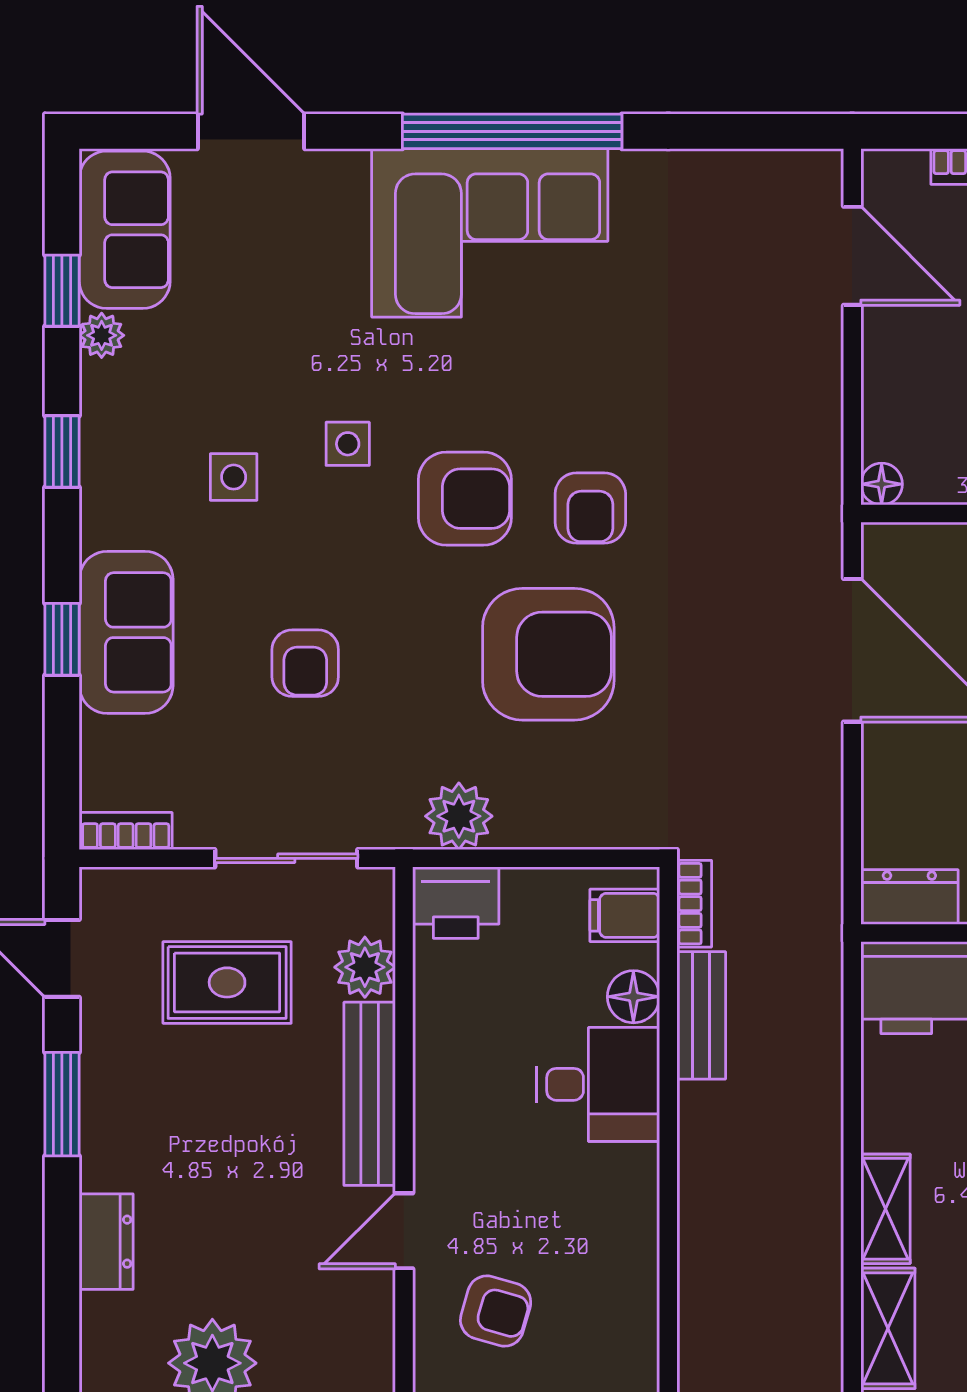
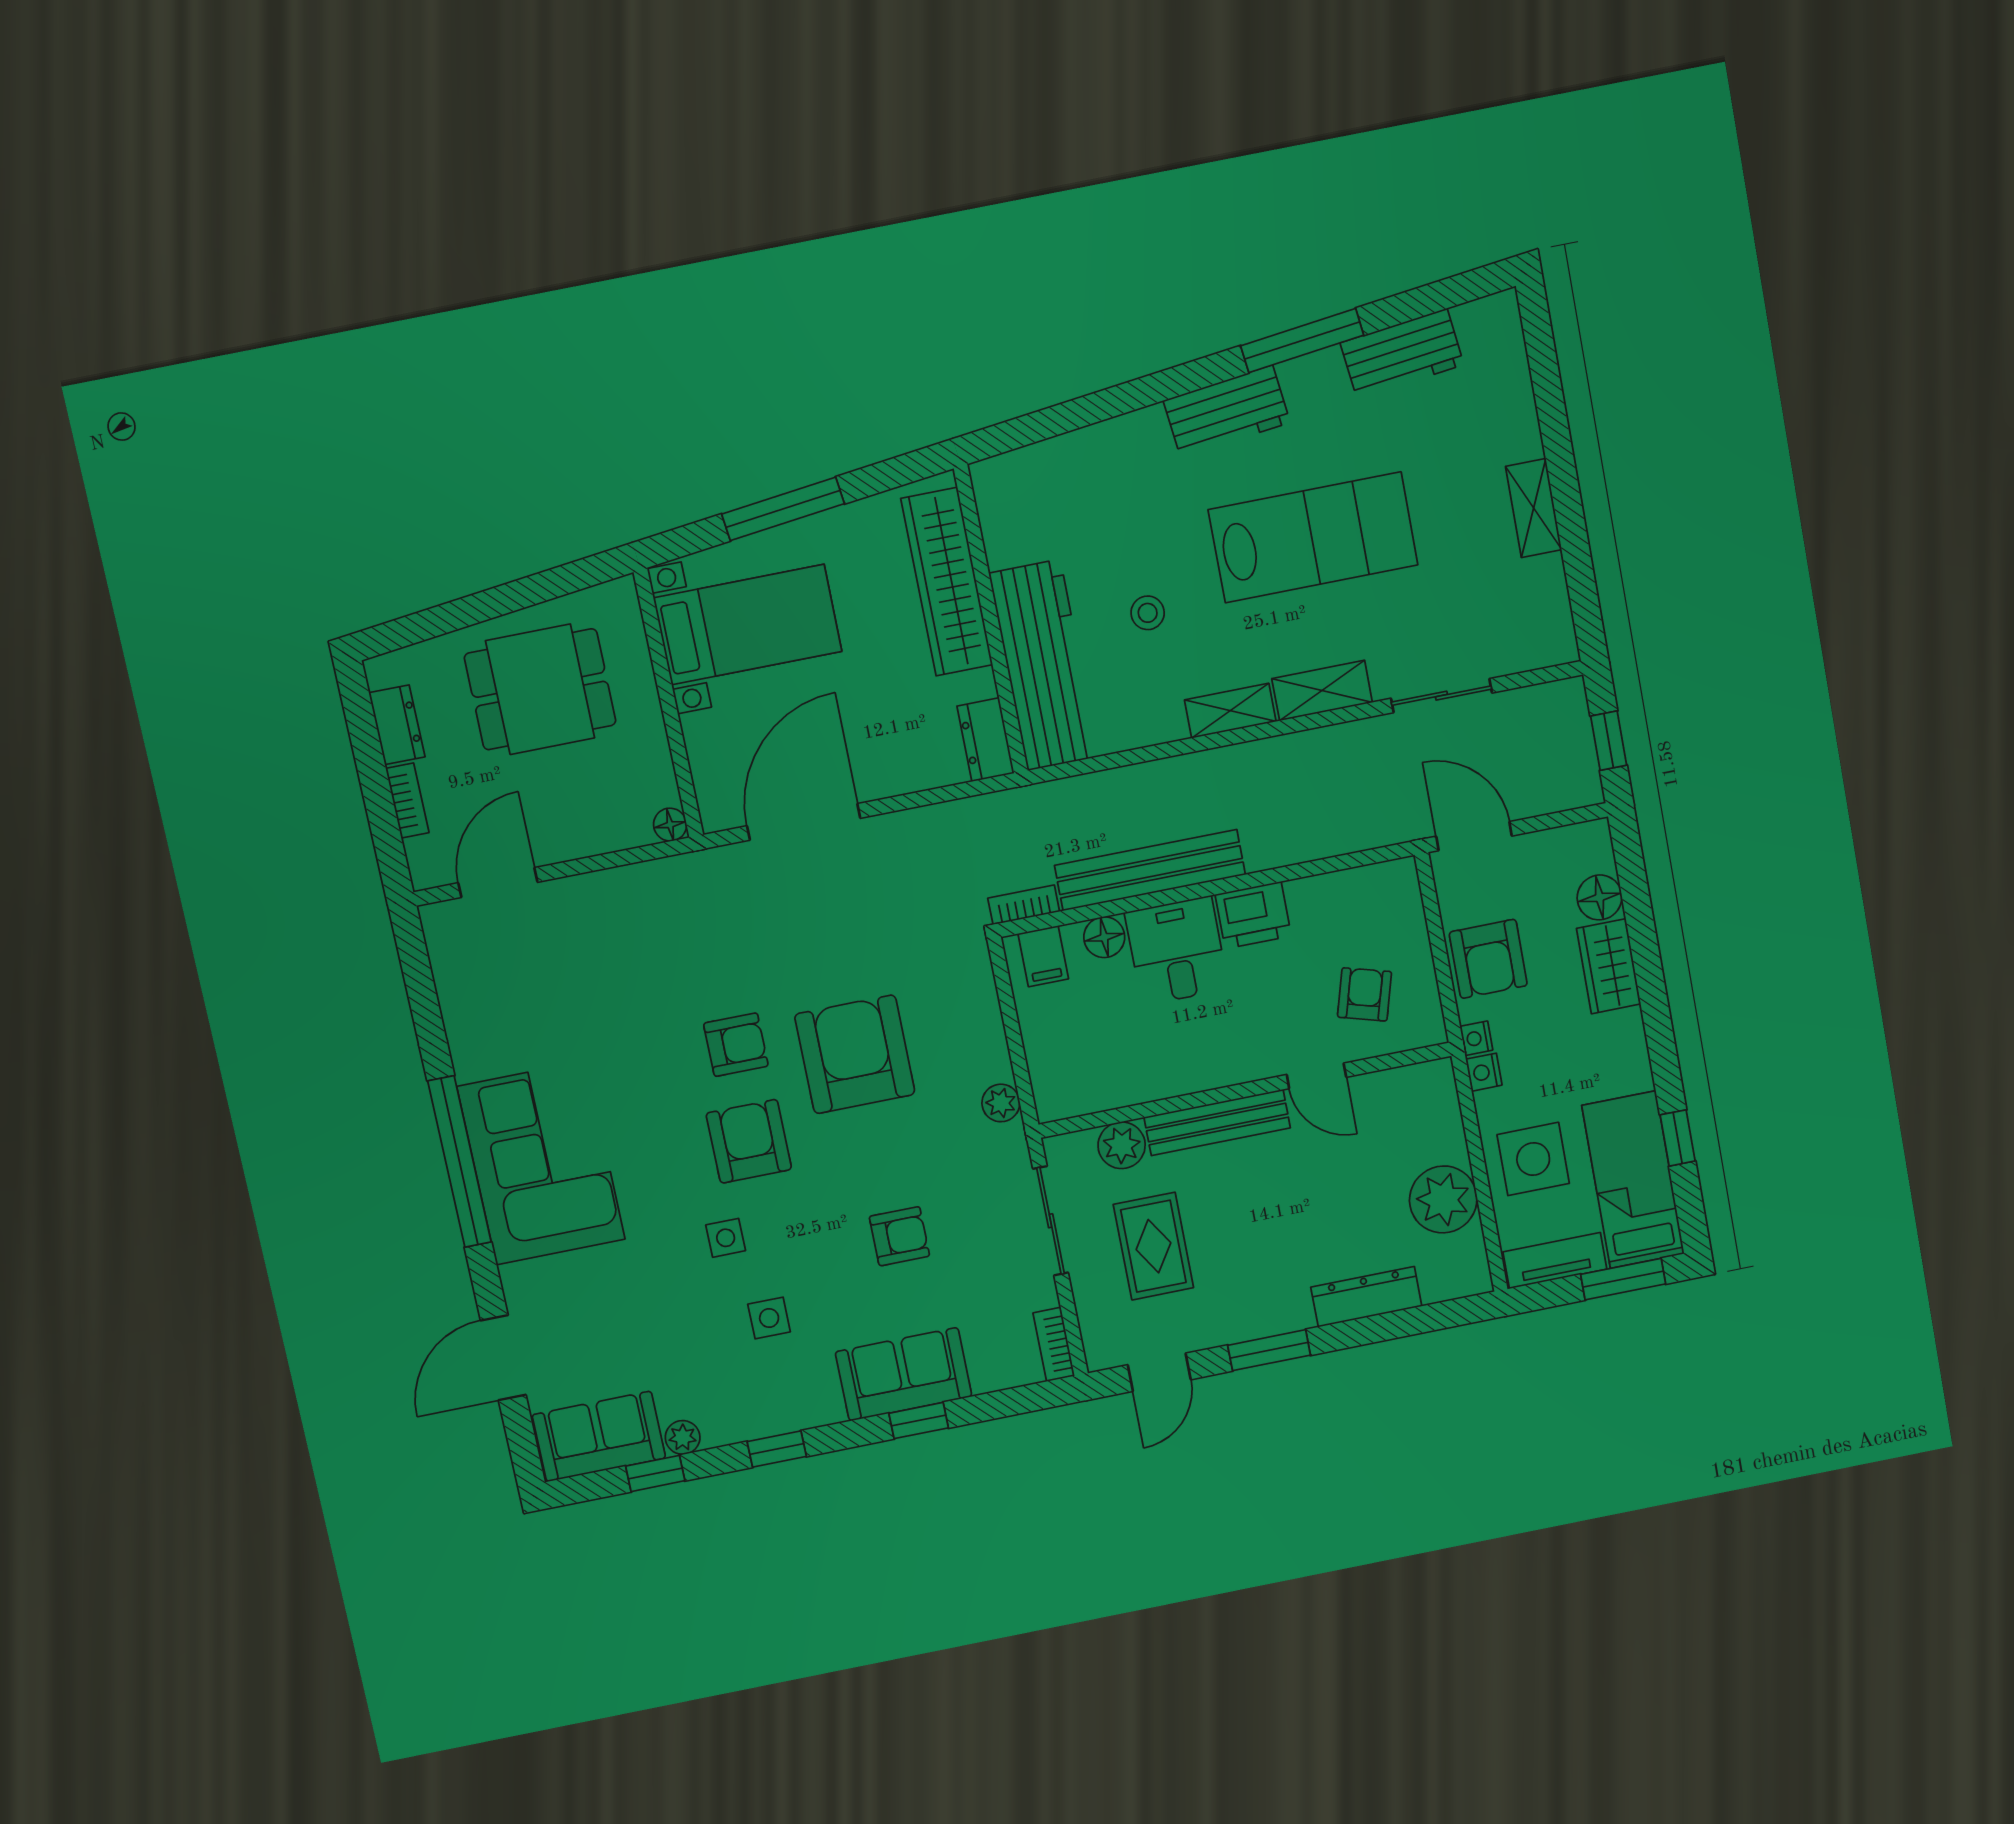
plant: (459, 816) -> (1001, 1103), width x0.73, depth x0.73
printer: (456, 903) -> (1253, 915), moved, turned 90
bench: (701, 1015) -> (1150, 870), width x1.86, depth x1.21
dresser: (106, 1242) -> (1366, 1297), width x1.44

